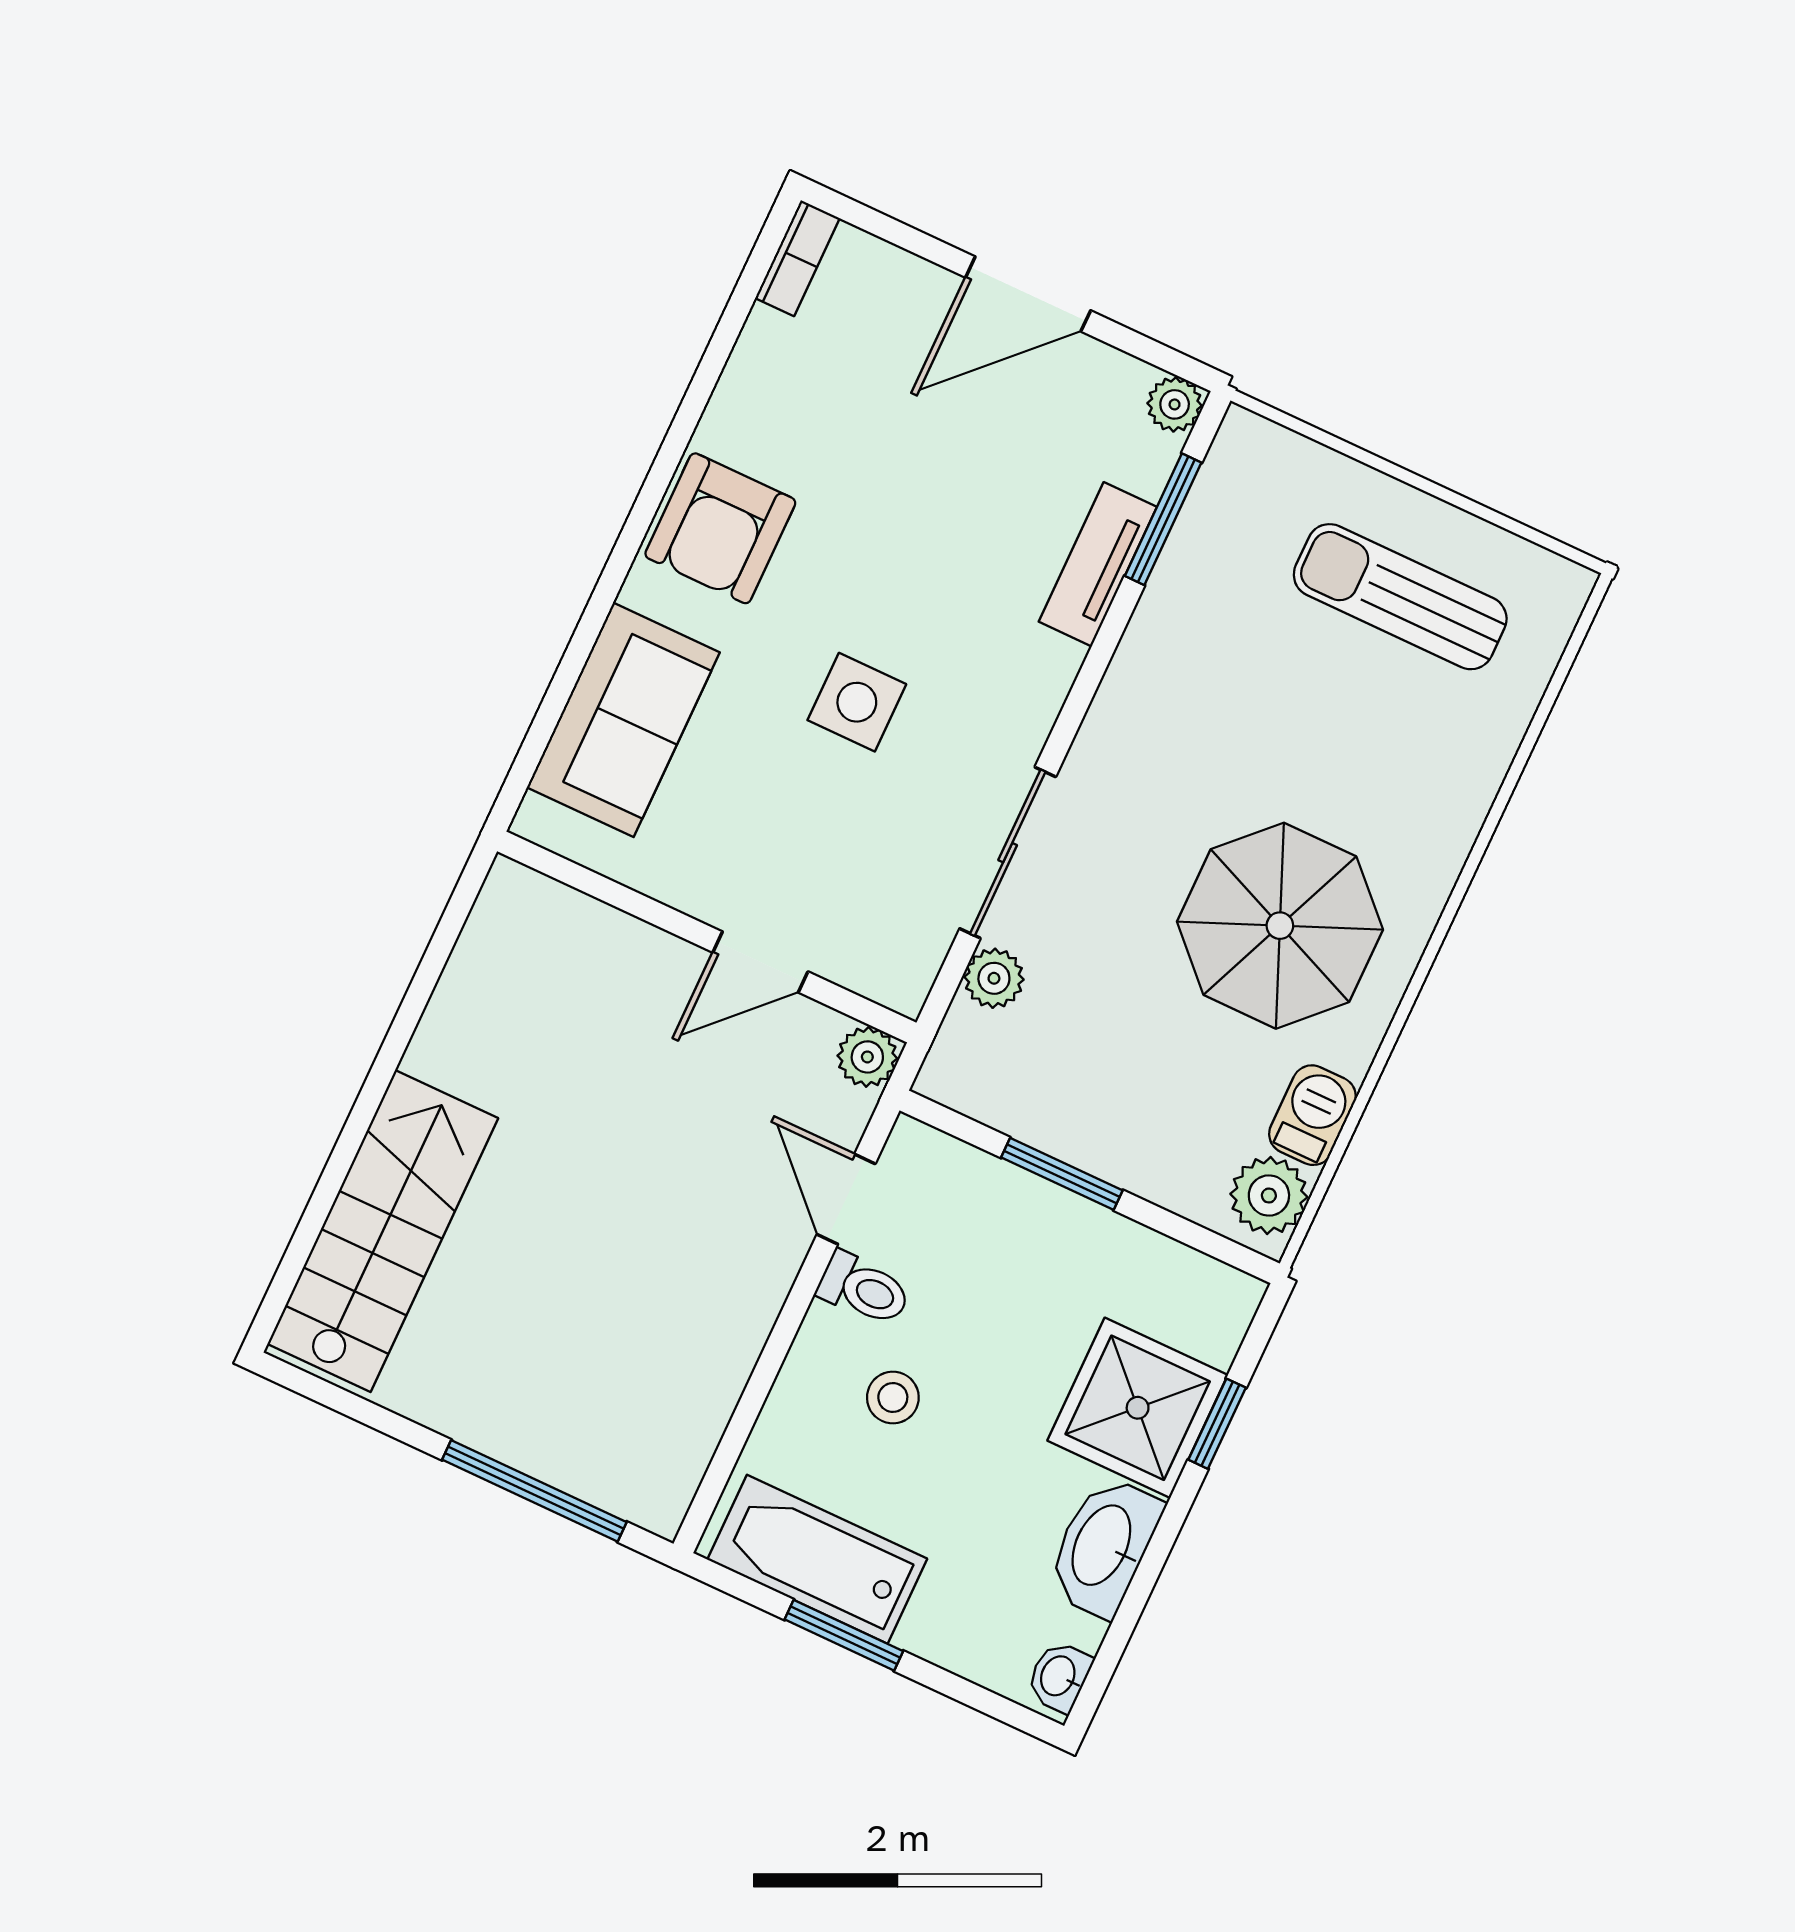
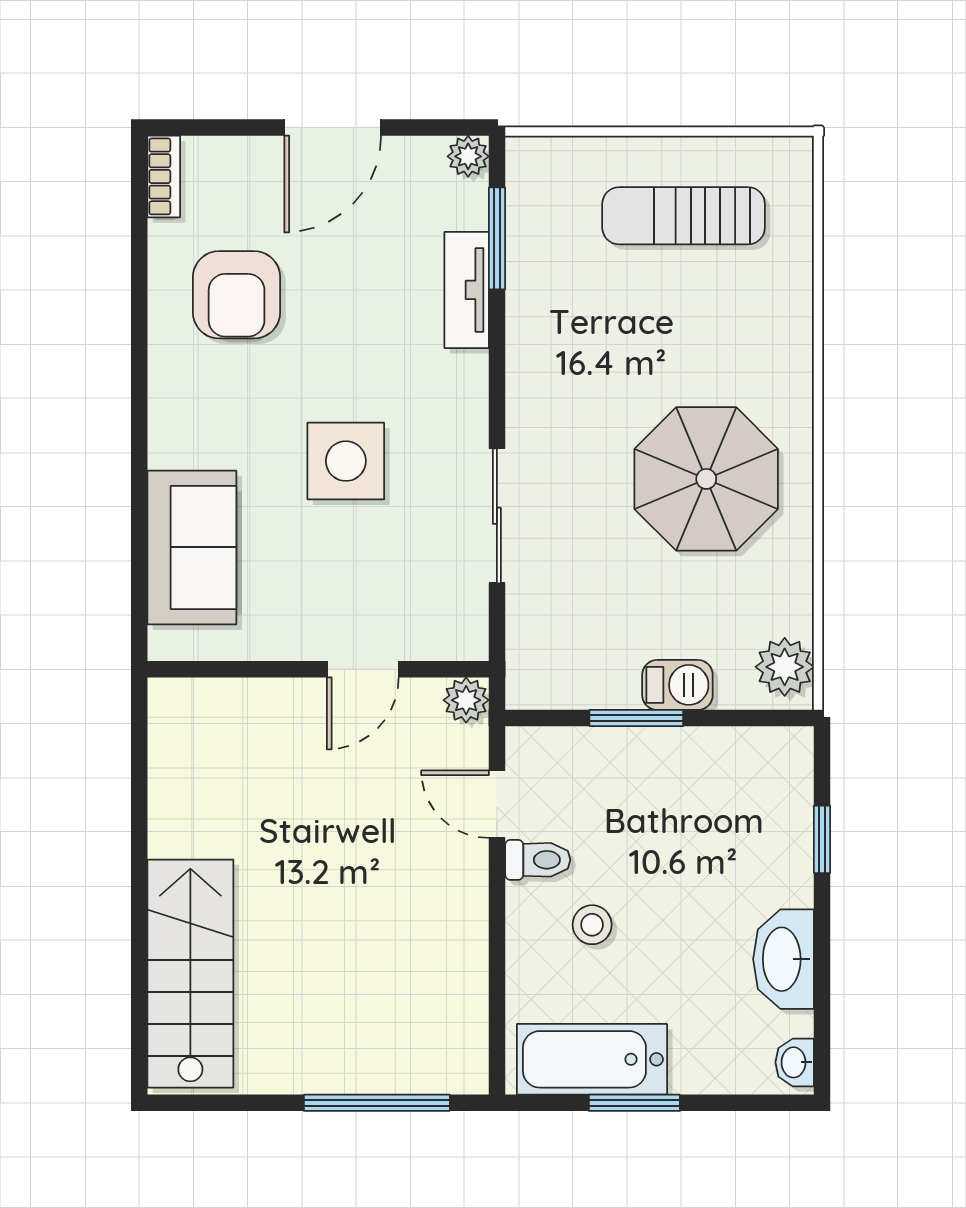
armchair: (720, 528) -> (237, 295), moved
side table: (857, 702) -> (346, 461), width x1.37, depth x1.37
plant: (994, 978) -> (528, 606), removed
barbecue: (1312, 1115) -> (677, 685), moved, turned 90
shower: (1138, 1408) -> (763, 854), removed

